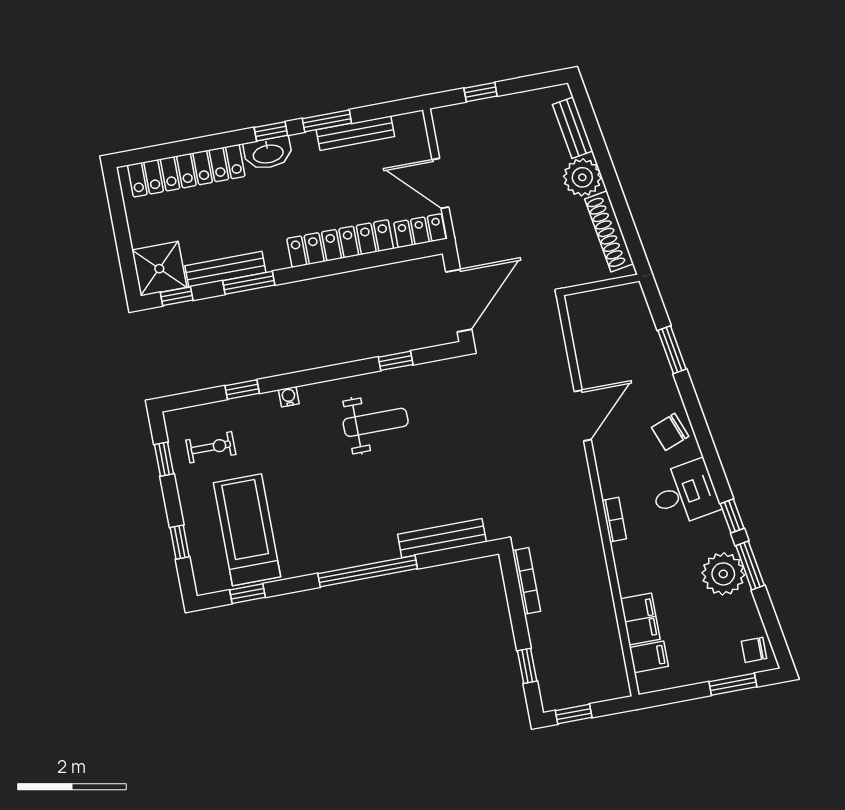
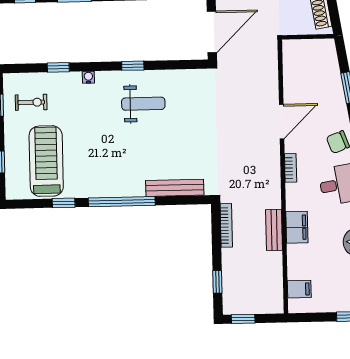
window: (396, 361) -> (133, 66), moved
bookcase: (614, 520) -> (291, 168), moved
bench: (598, 576) -> (274, 230), added
window: (248, 594) -> (64, 203), moved
filing cabinet: (640, 619) -> (297, 227), moved

